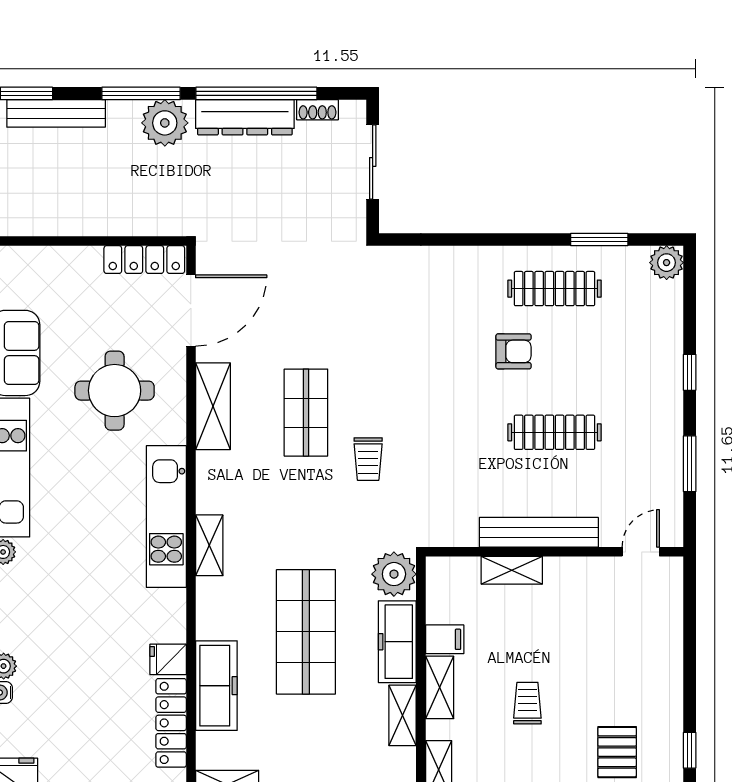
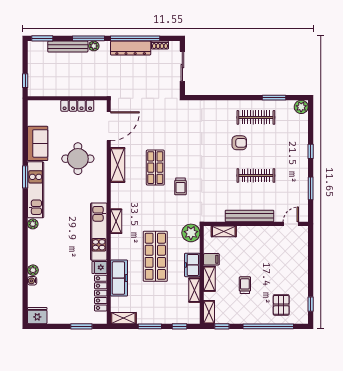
bench: (56, 113) -> (68, 47), moved
plant: (165, 123) -> (94, 46), width x0.53, depth x0.53
locker: (144, 260) -> (77, 106), moved
kitchen unit: (166, 517) -> (99, 232), moved
shelving: (512, 570) -> (224, 231), moved
freezer: (397, 642) -> (192, 265), width x0.71

